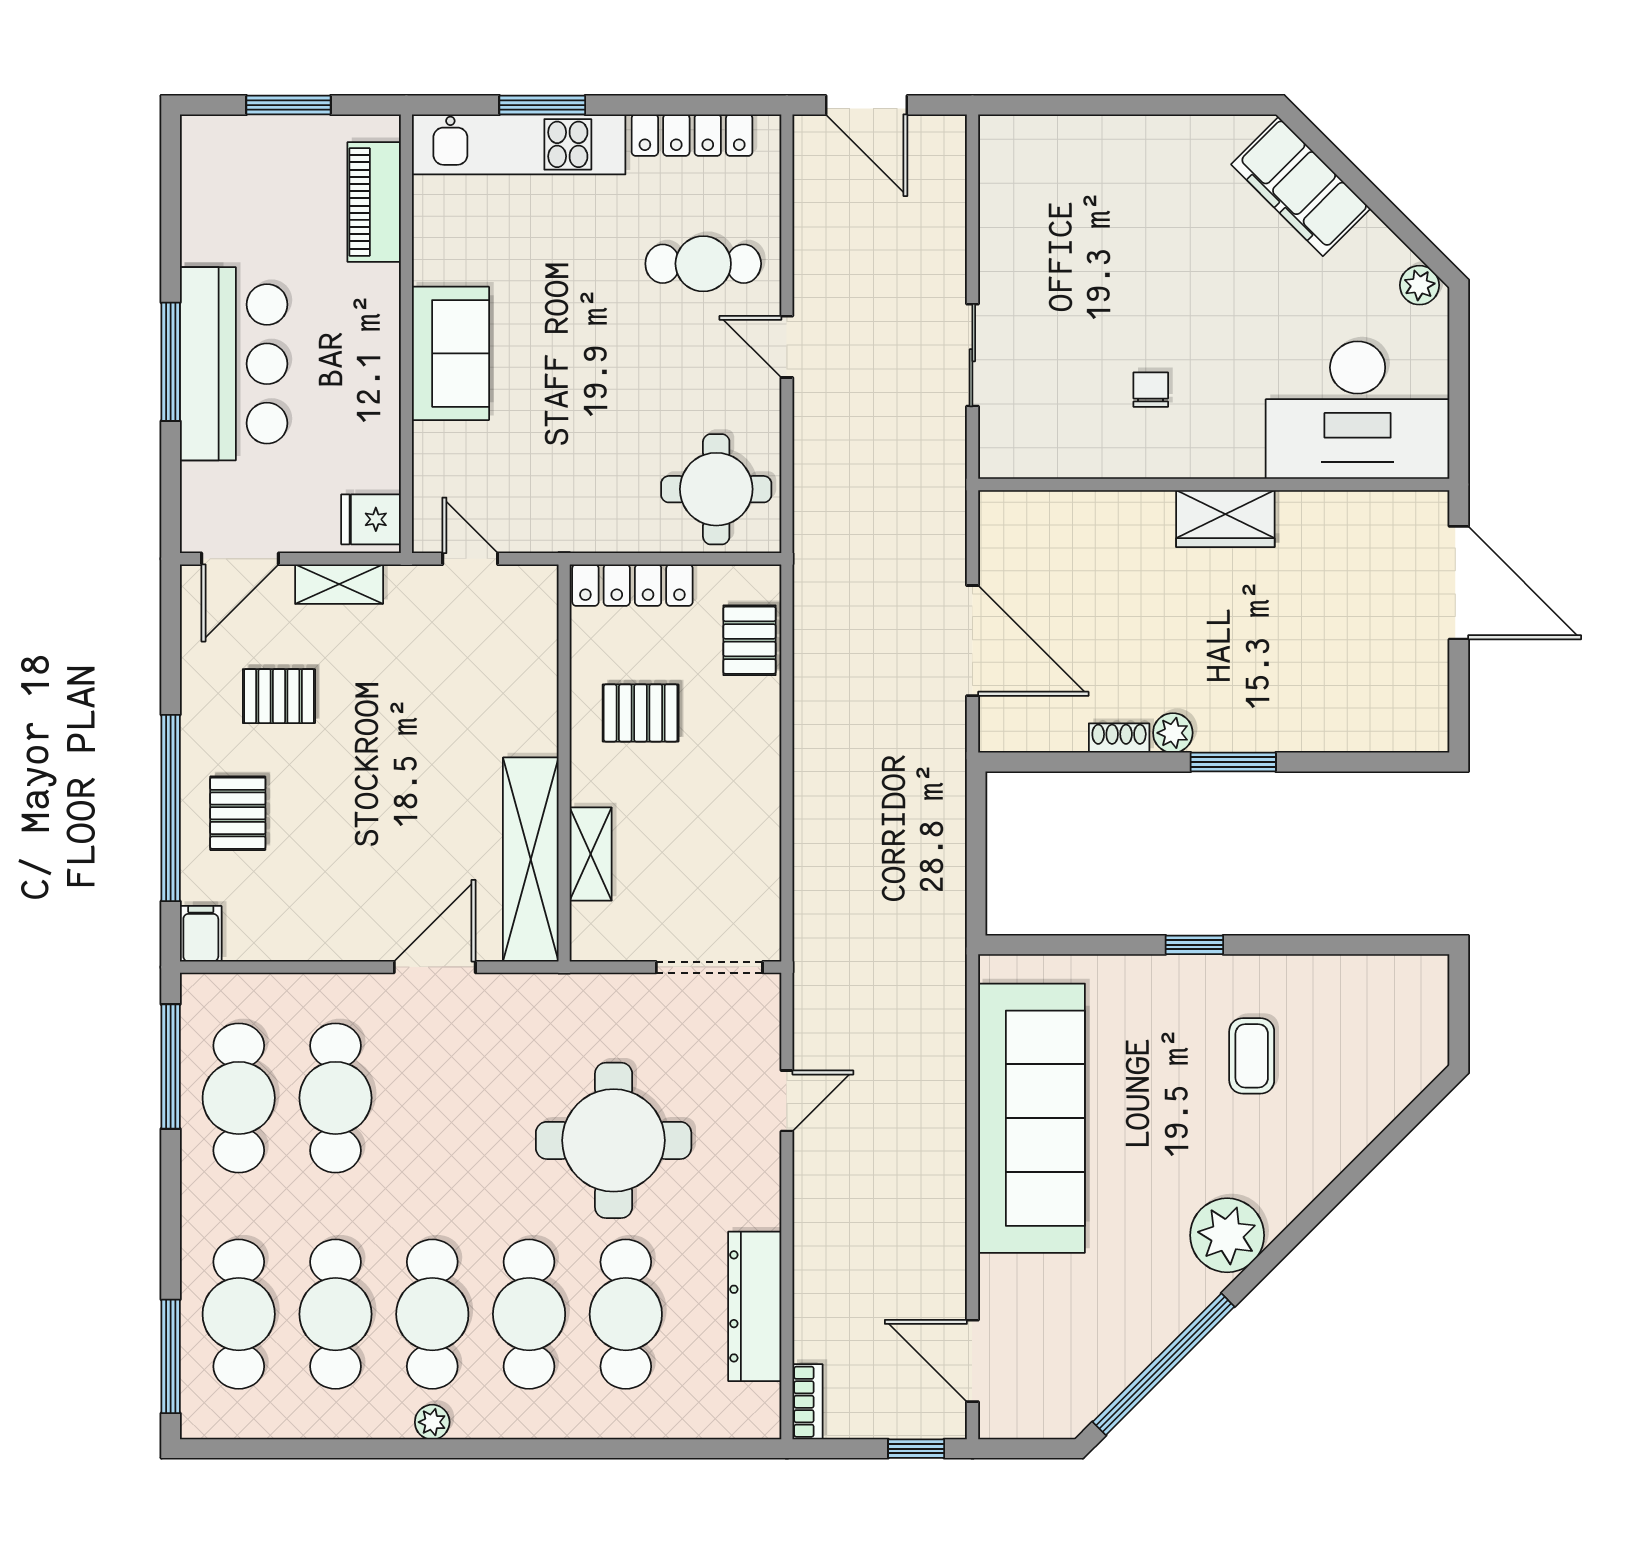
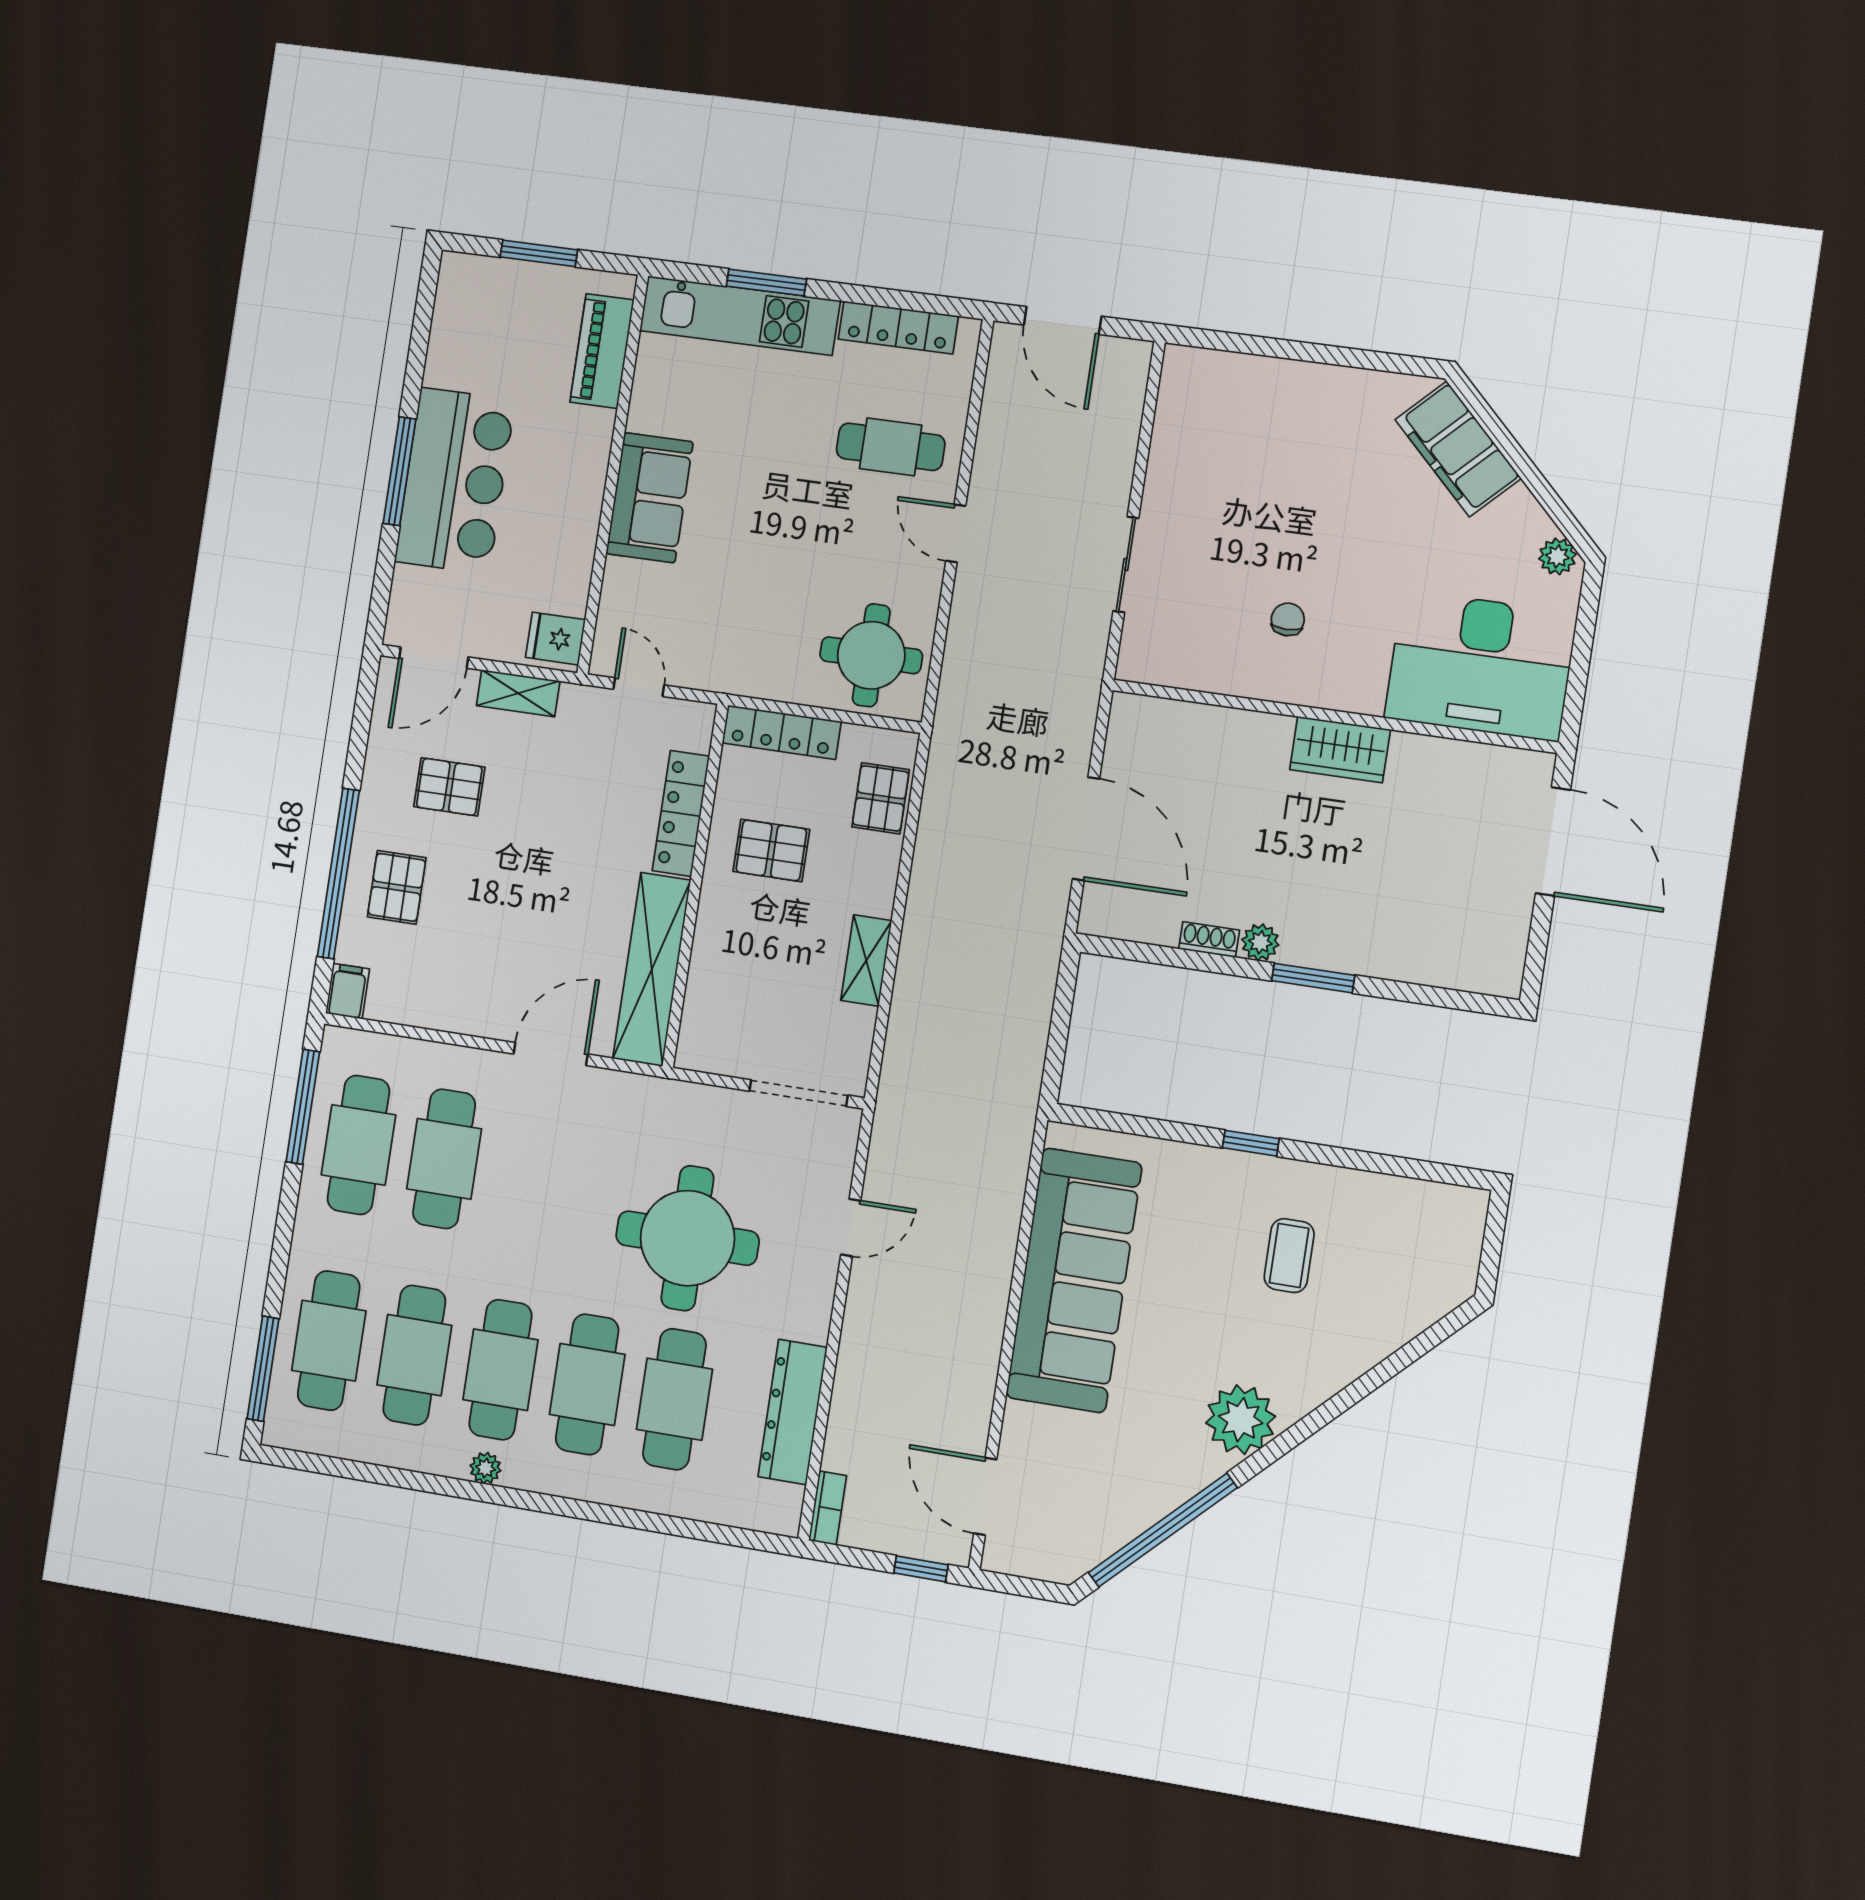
locker: (537, 688) -> (681, 814), added
shelving: (591, 854) -> (866, 961), moved

